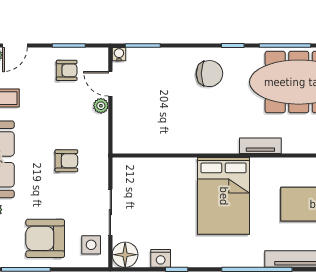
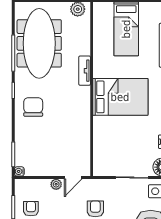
door: (110, 84) -> (73, 178), moved

